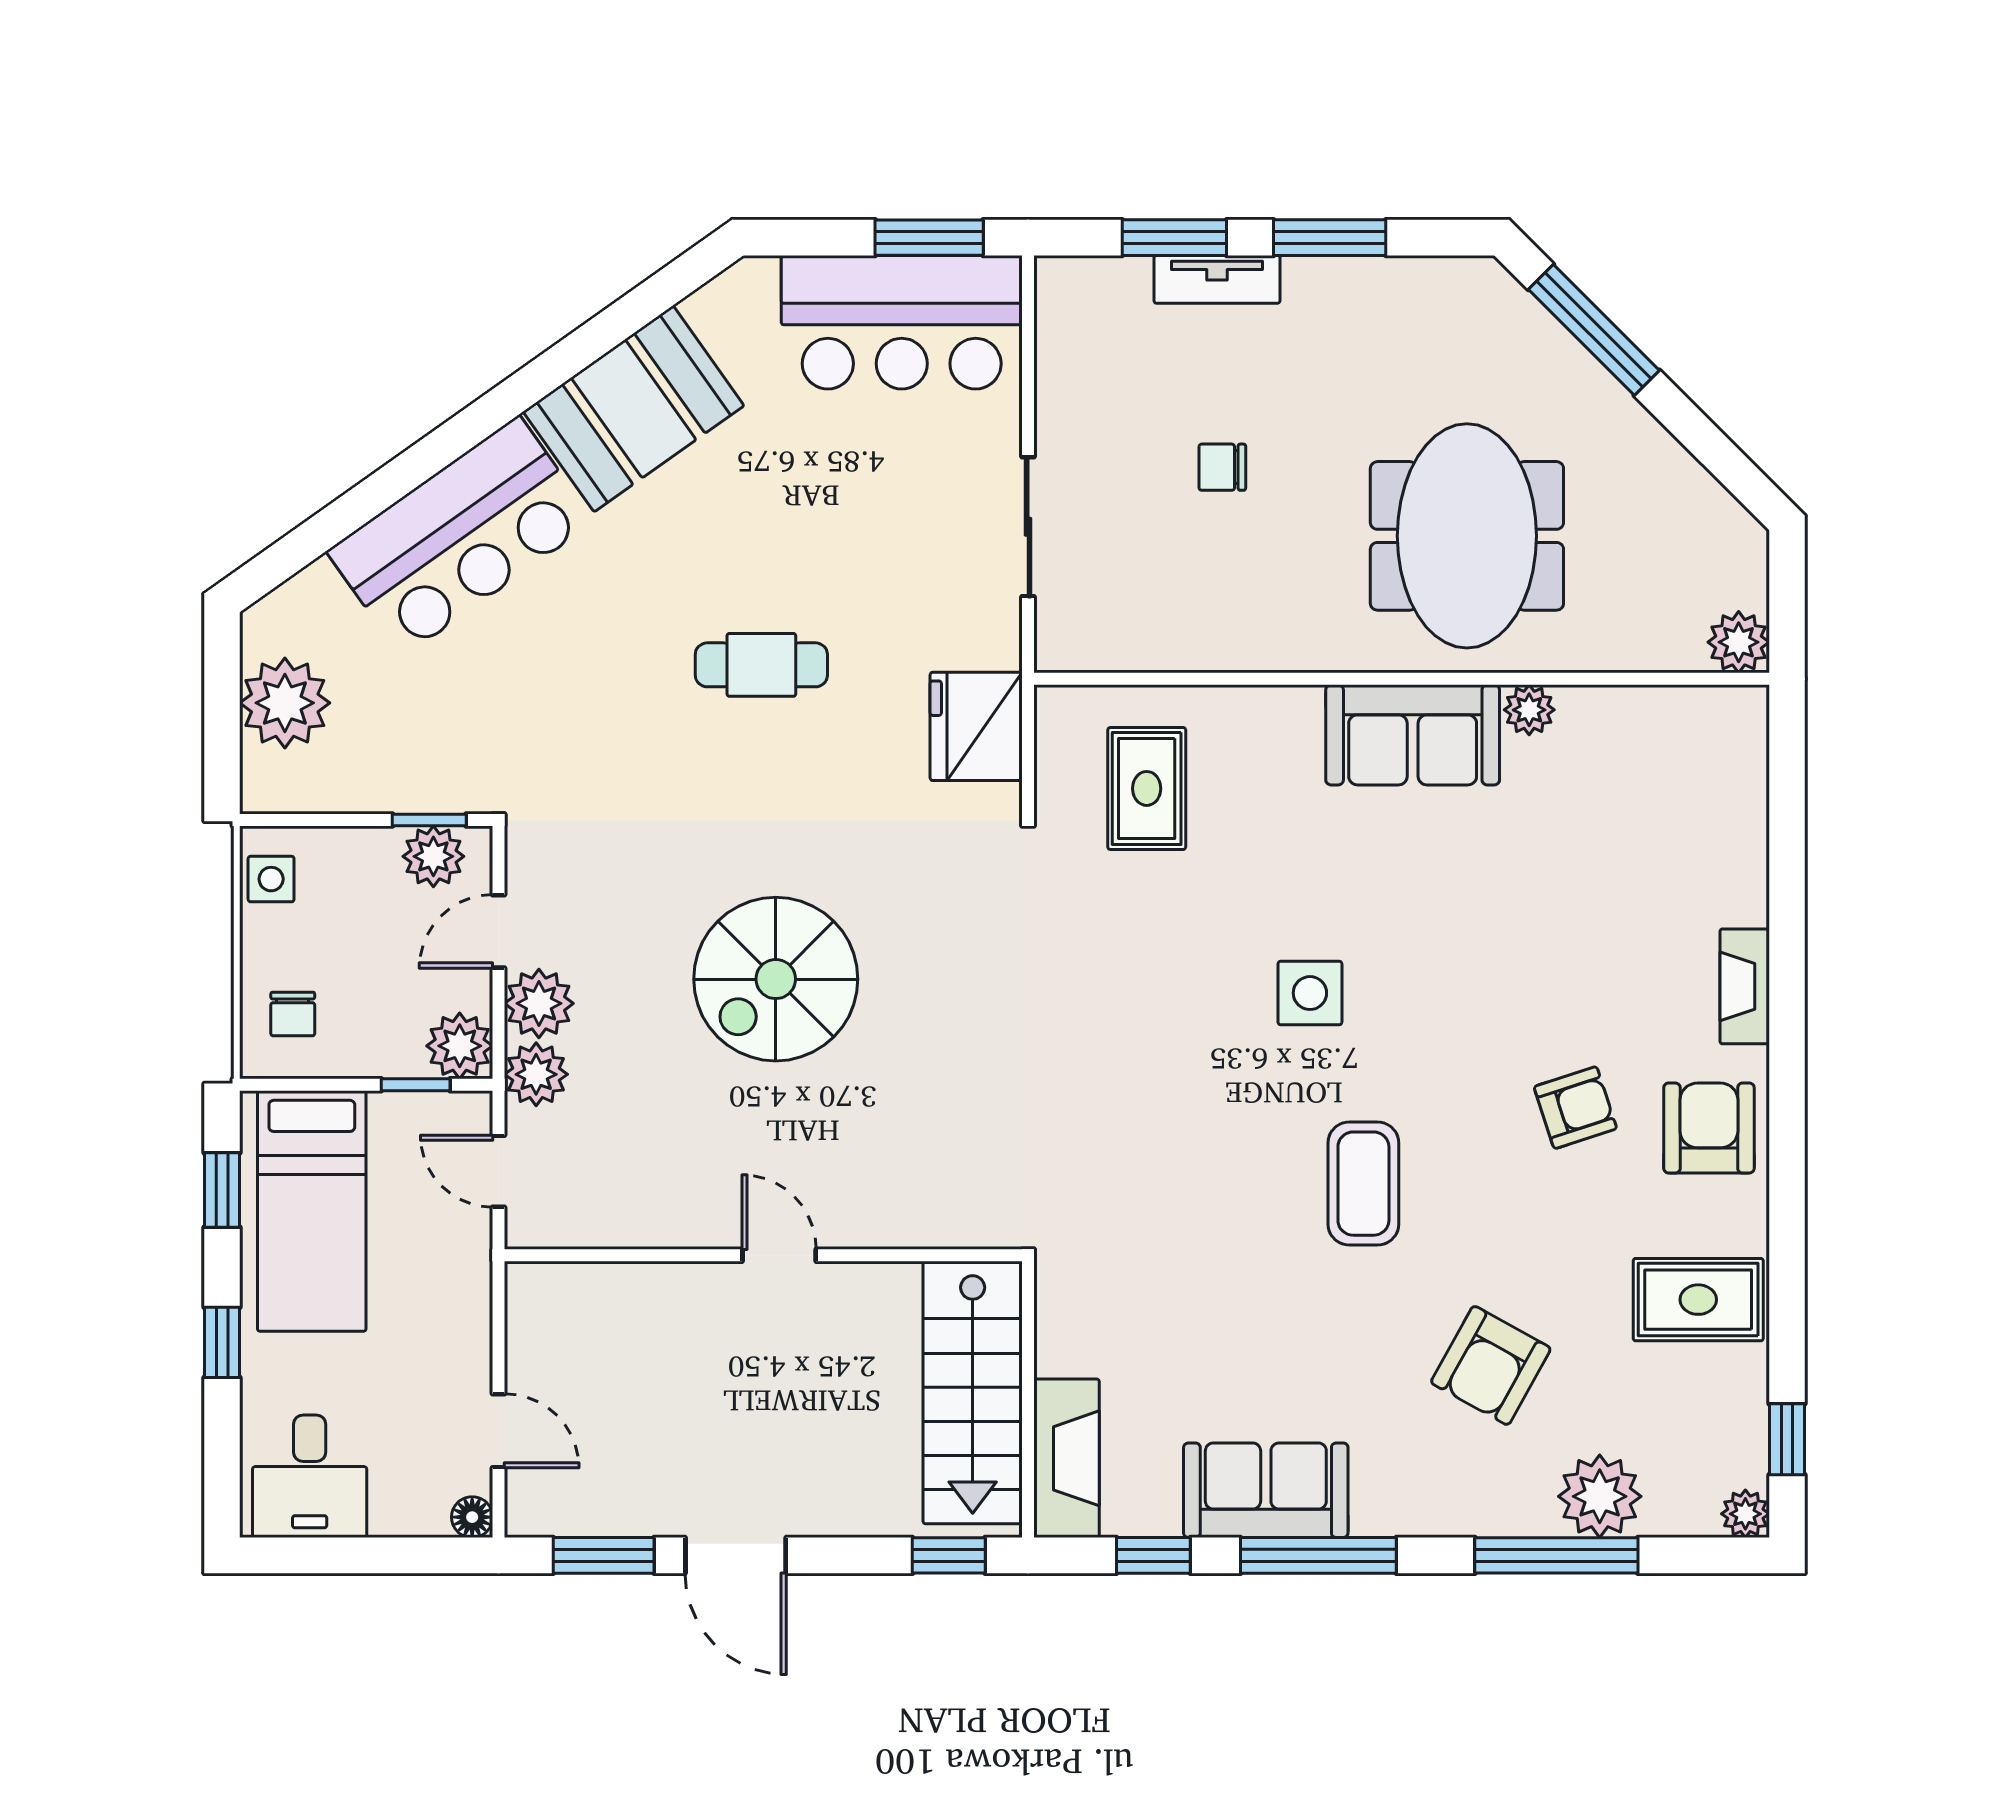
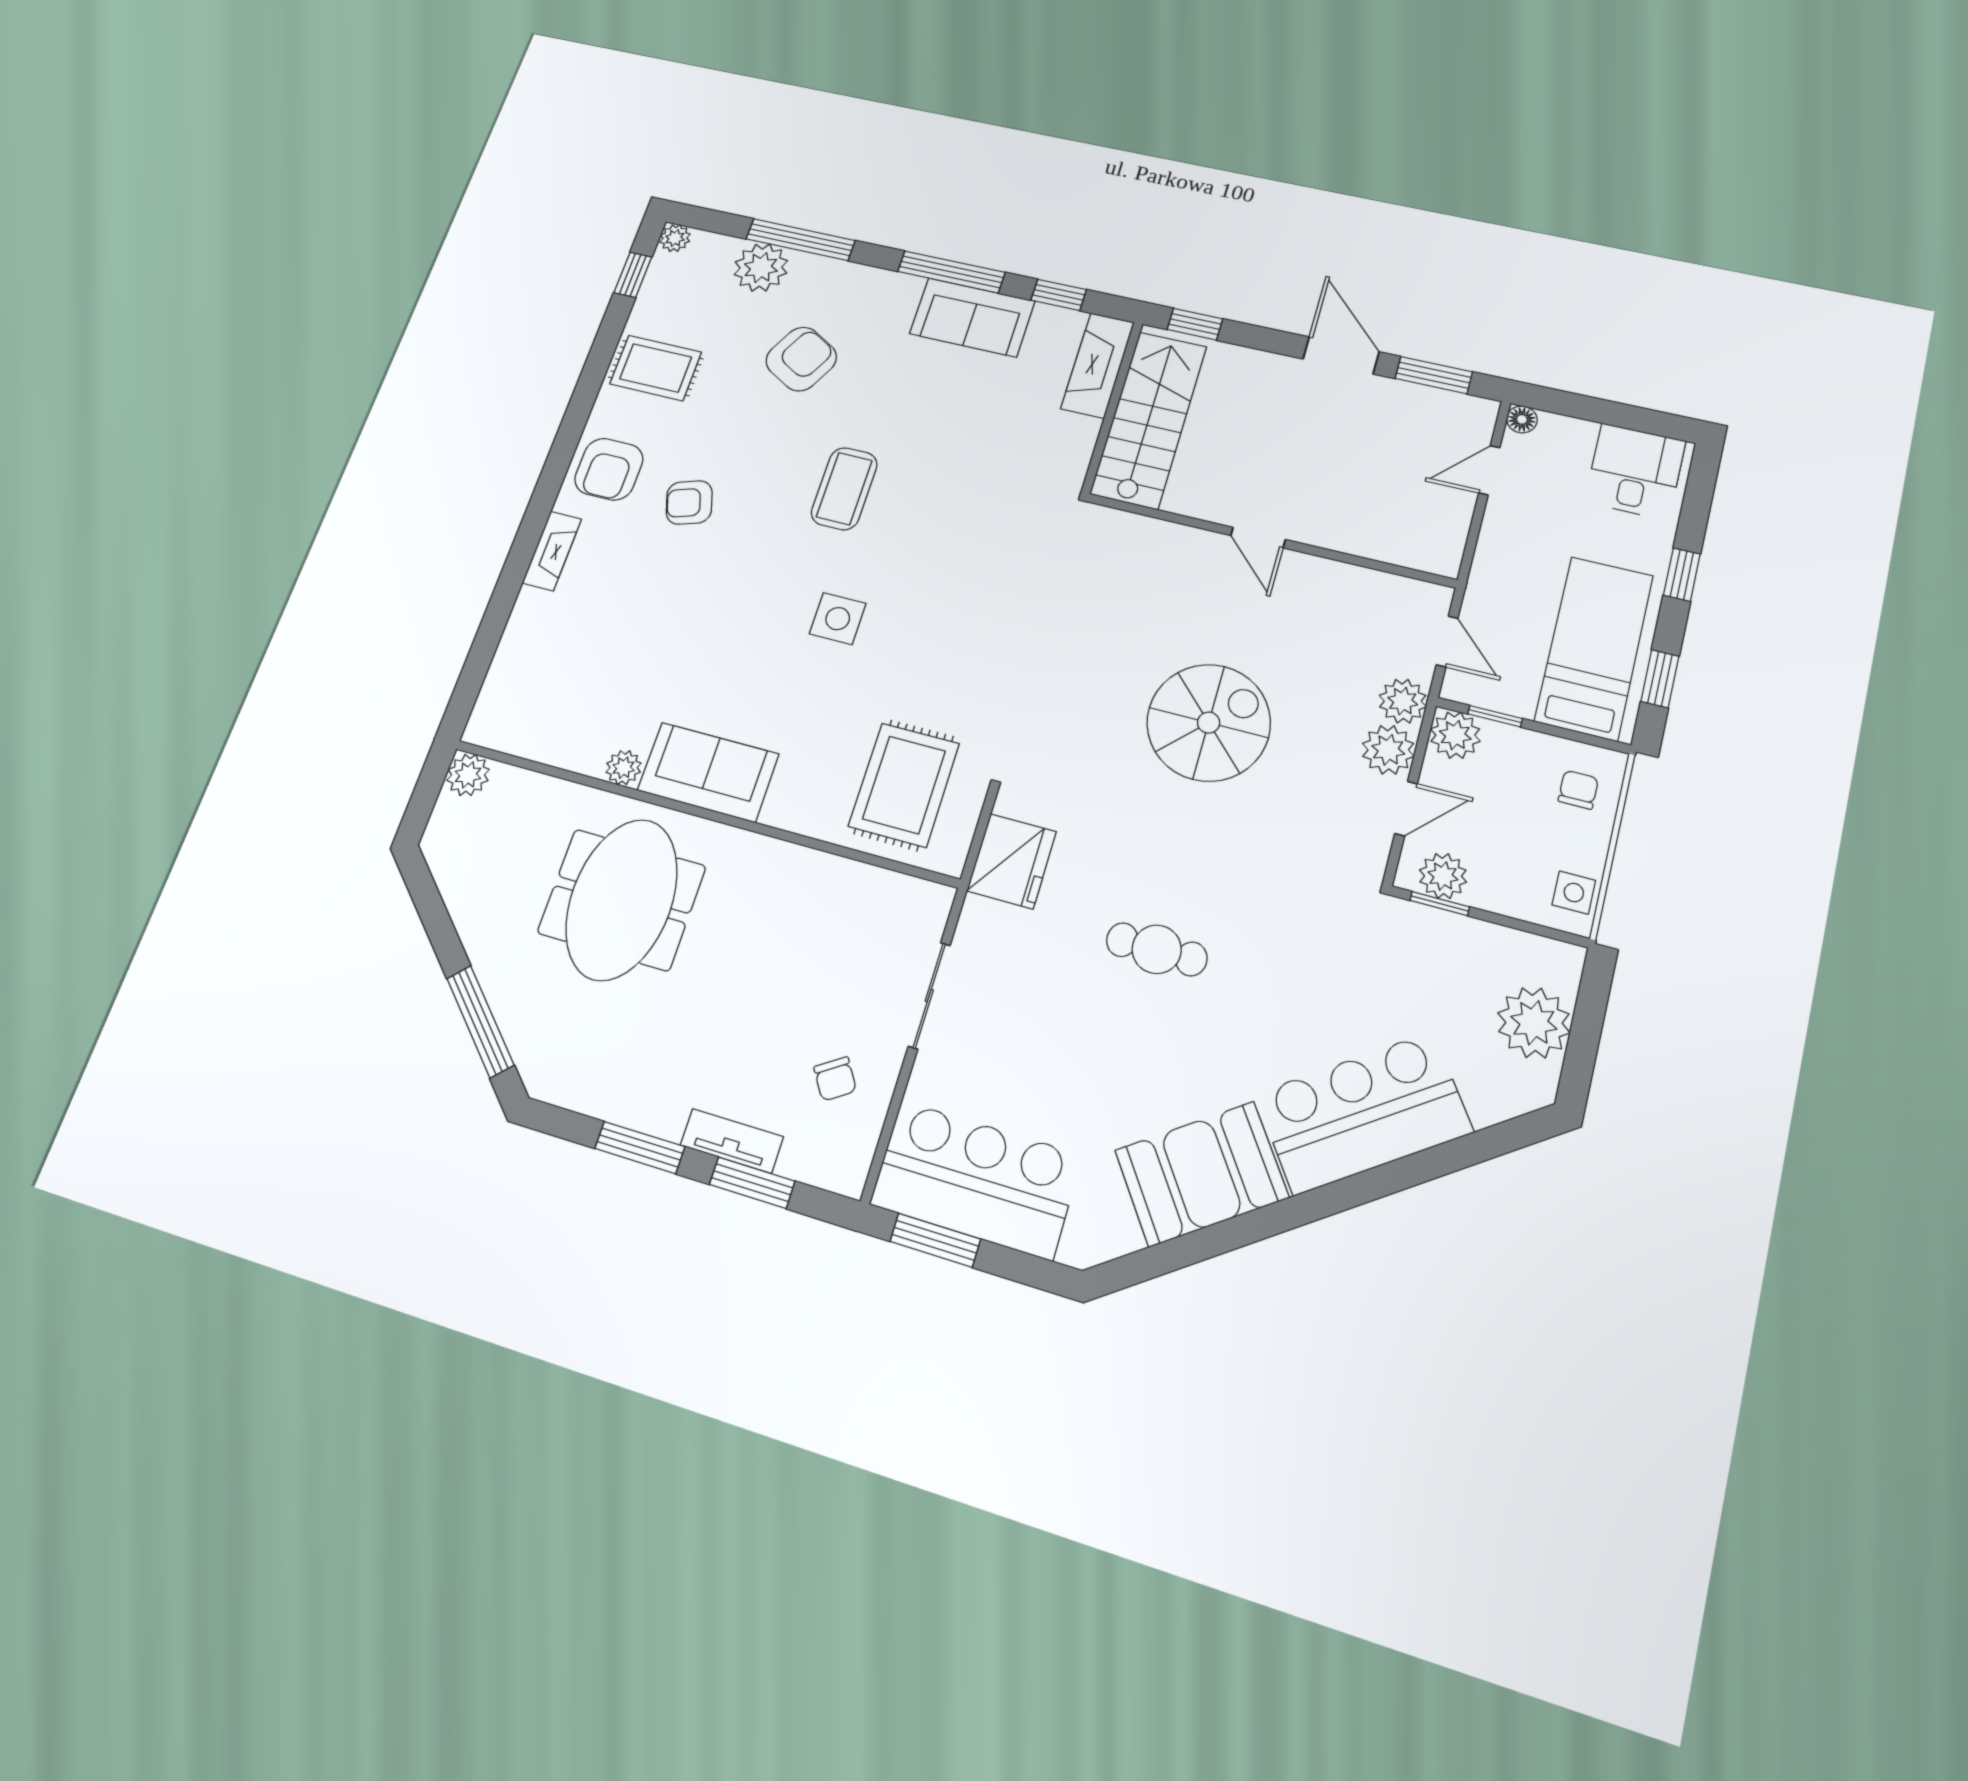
chair: (1222, 467) -> (835, 1079), moved, turned 57
rug: (1147, 788) -> (904, 785), width x1.36, depth x1.43
door: (499, 1431) -> (1489, 470), hinge flipped

